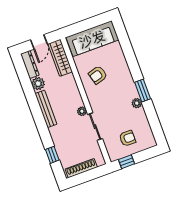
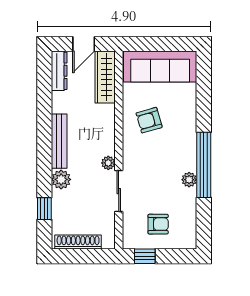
plant: (38, 84) -> (61, 179), moved
window: (143, 90) -> (204, 165), width x2.11

